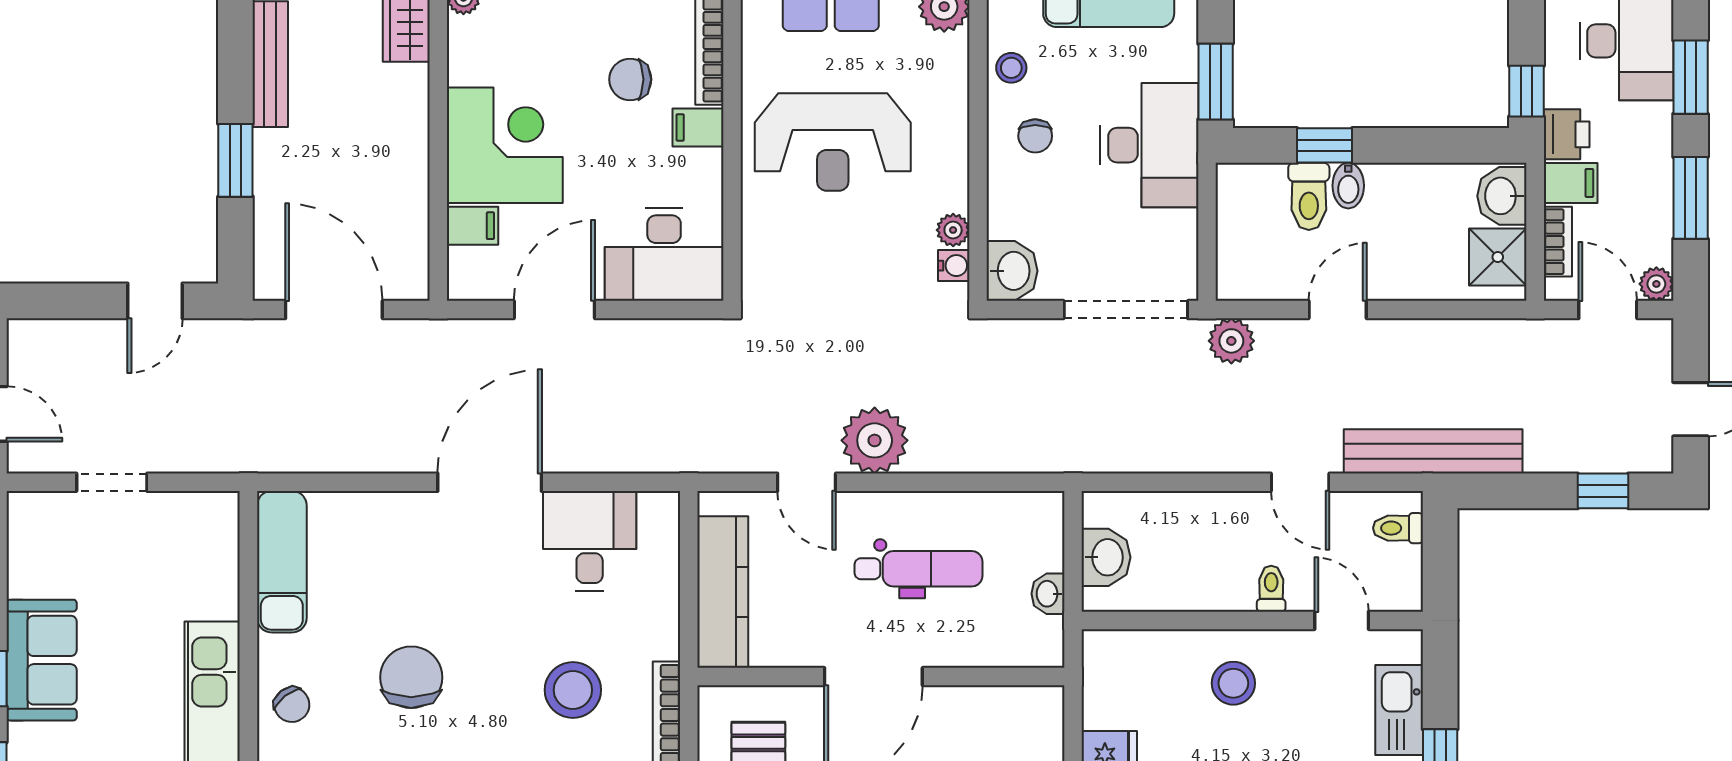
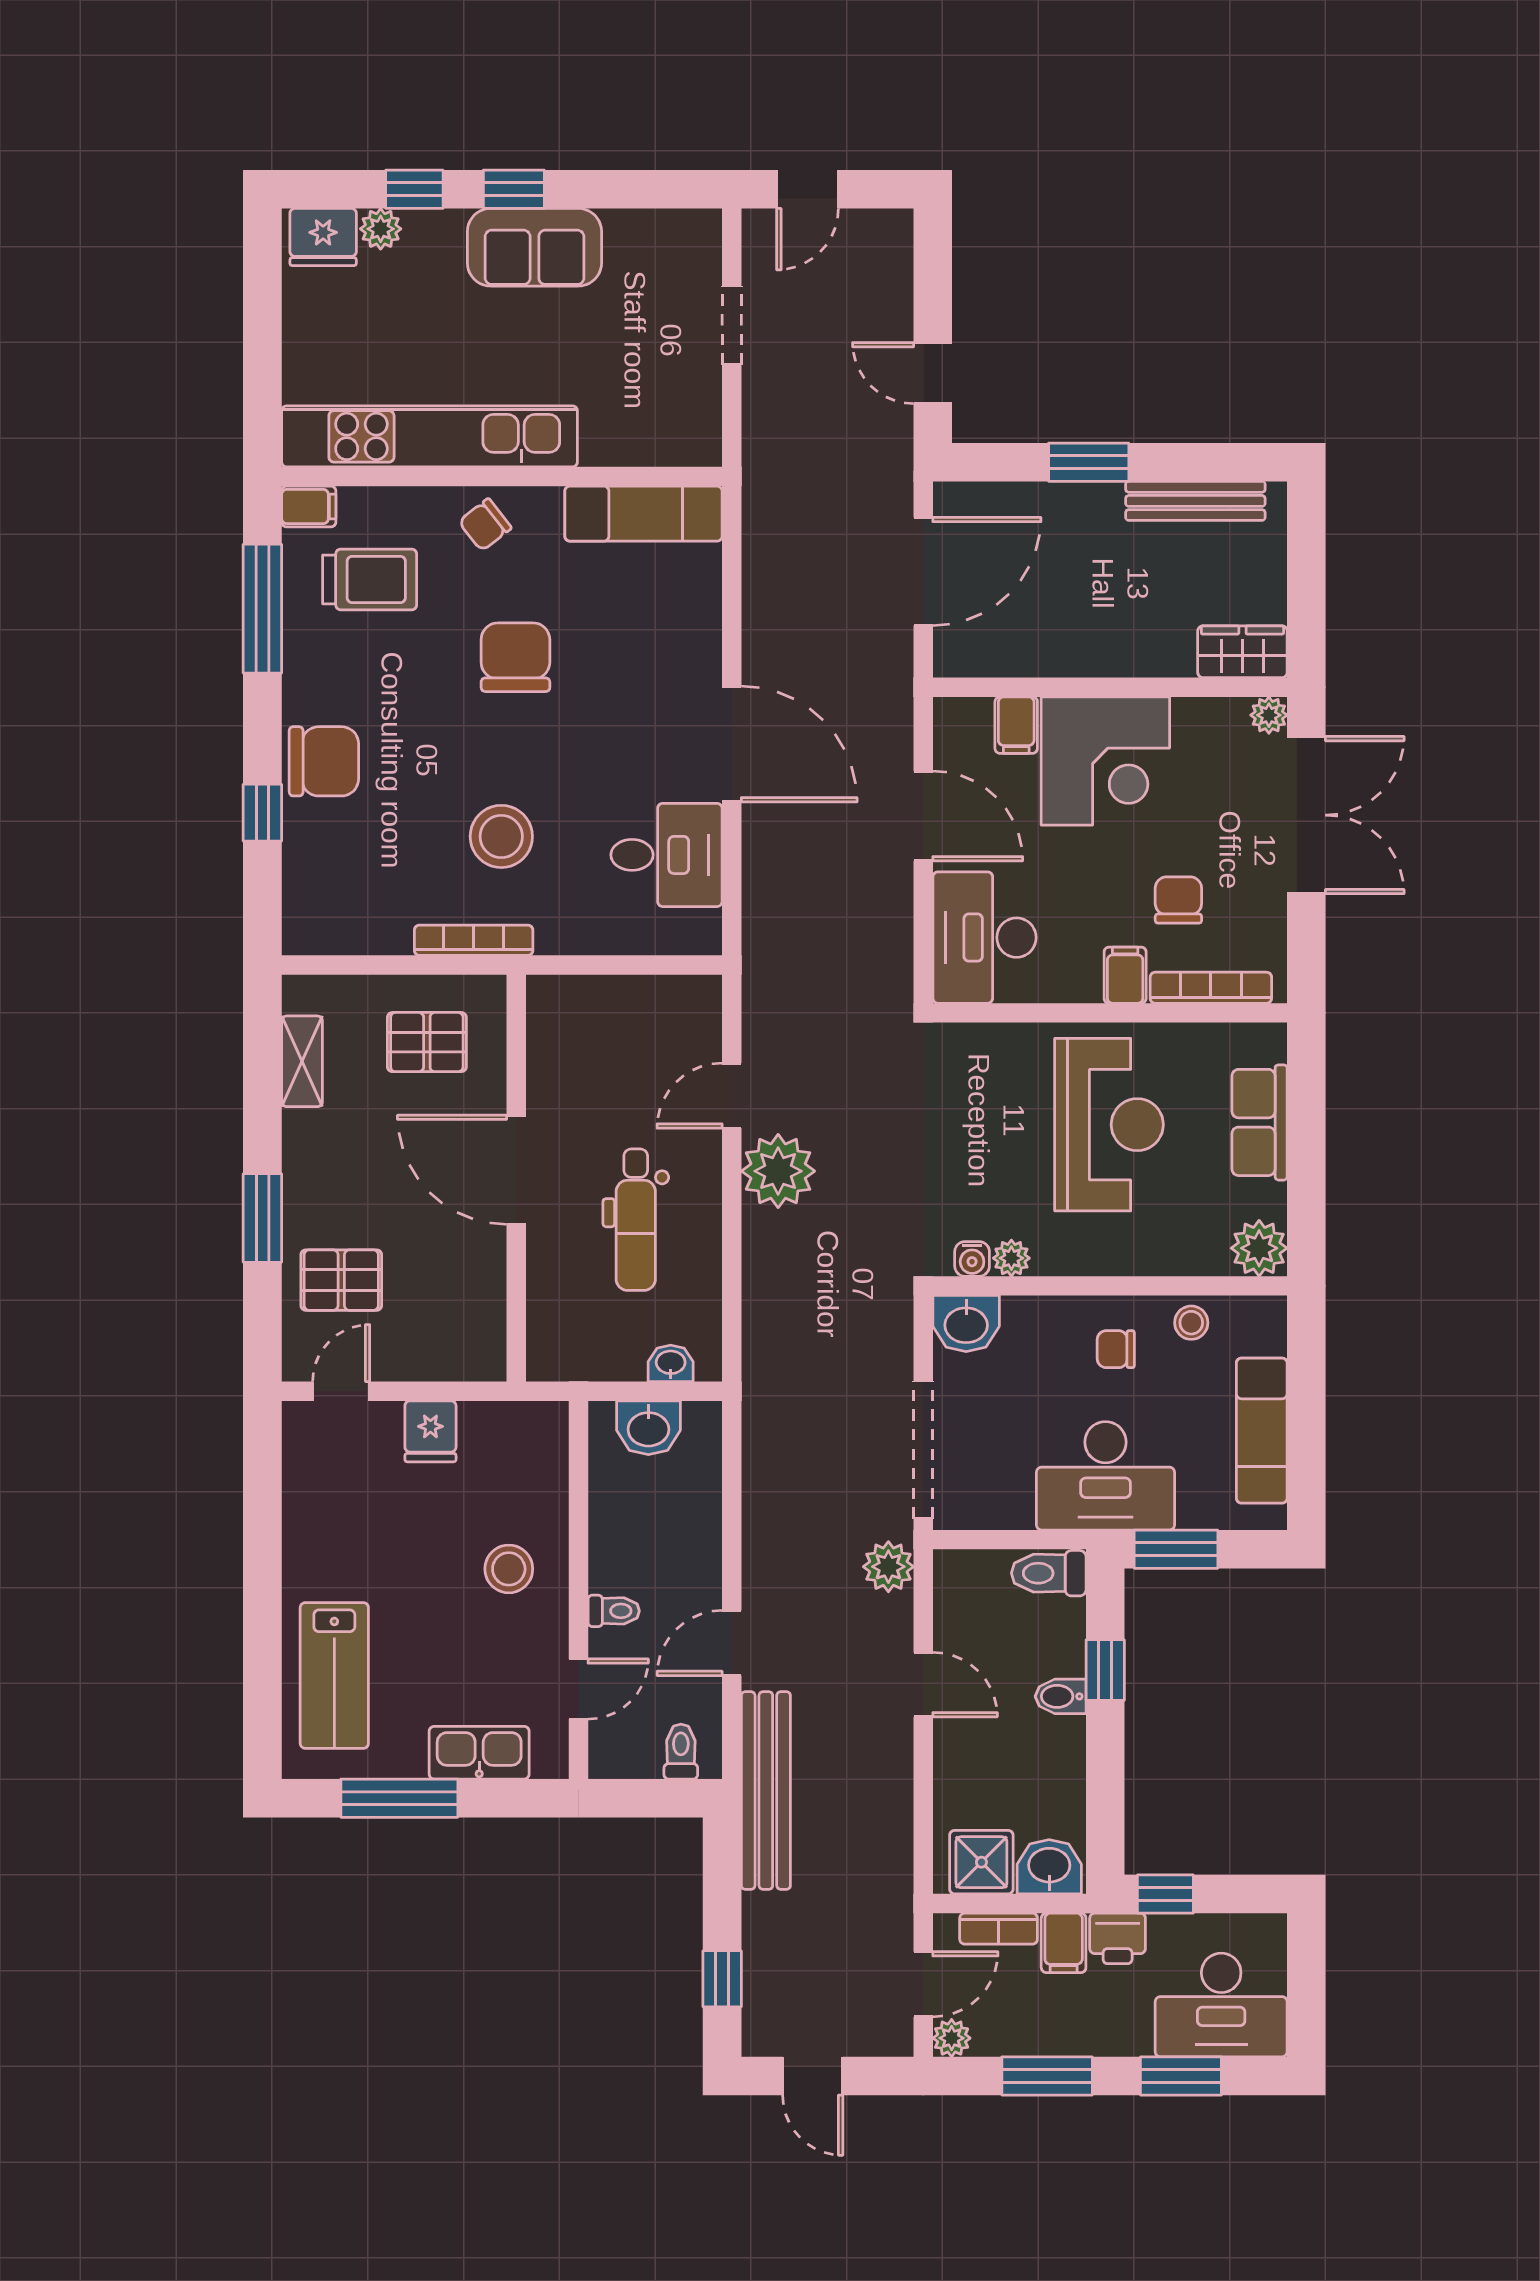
reception desk: (833, 142) -> (1109, 1125), turned 180
toilet: (1309, 196) -> (1049, 1573), moved
kitchen counter: (723, 592) -> (610, 1003), removed
washbasin: (1048, 594) -> (671, 1363), moved
chair: (411, 677) -> (515, 657), turned -90

